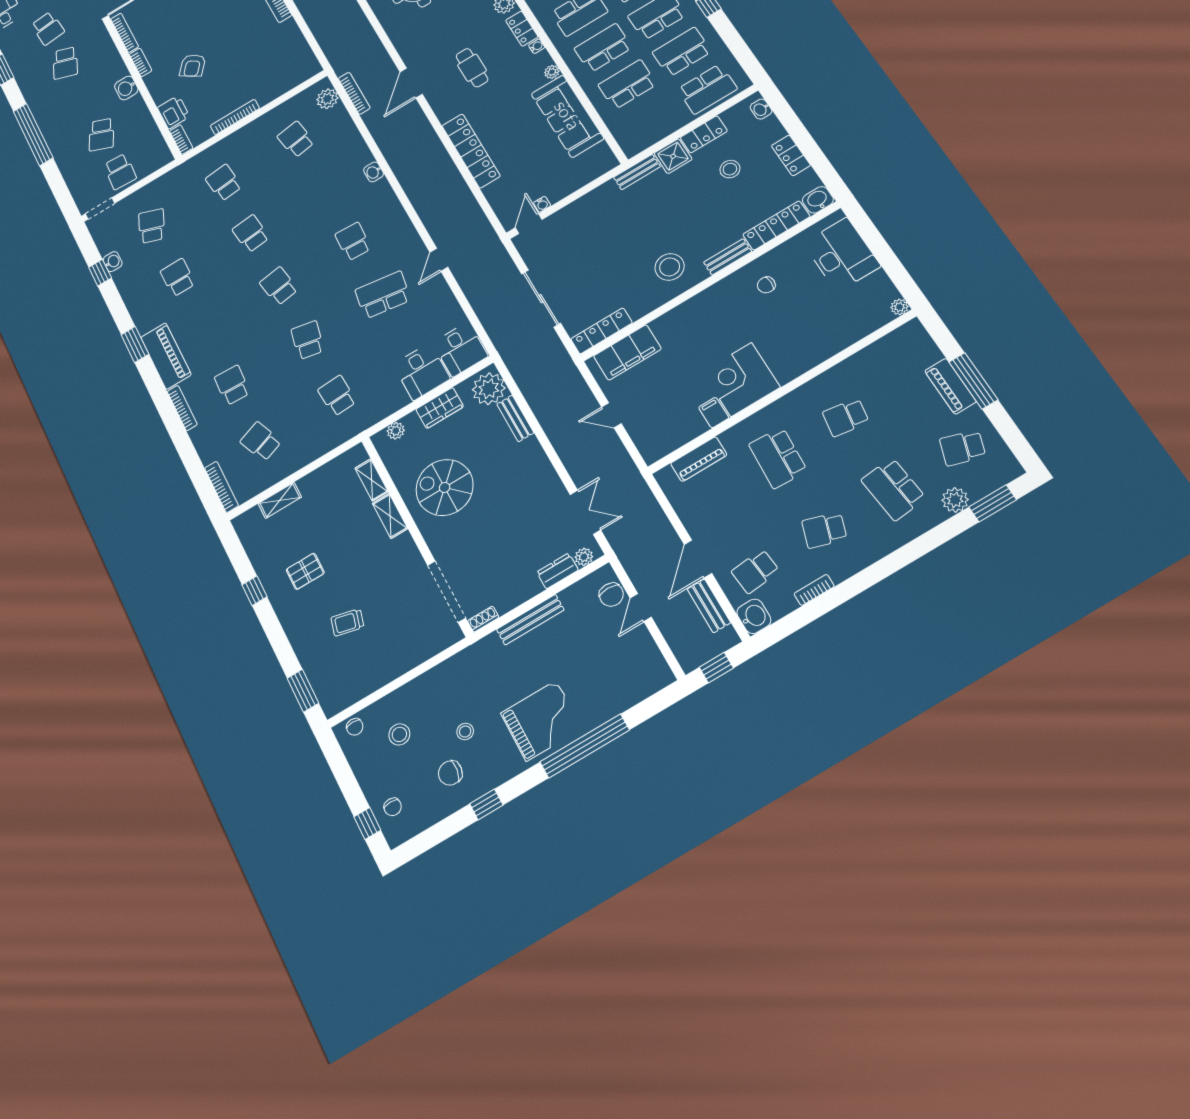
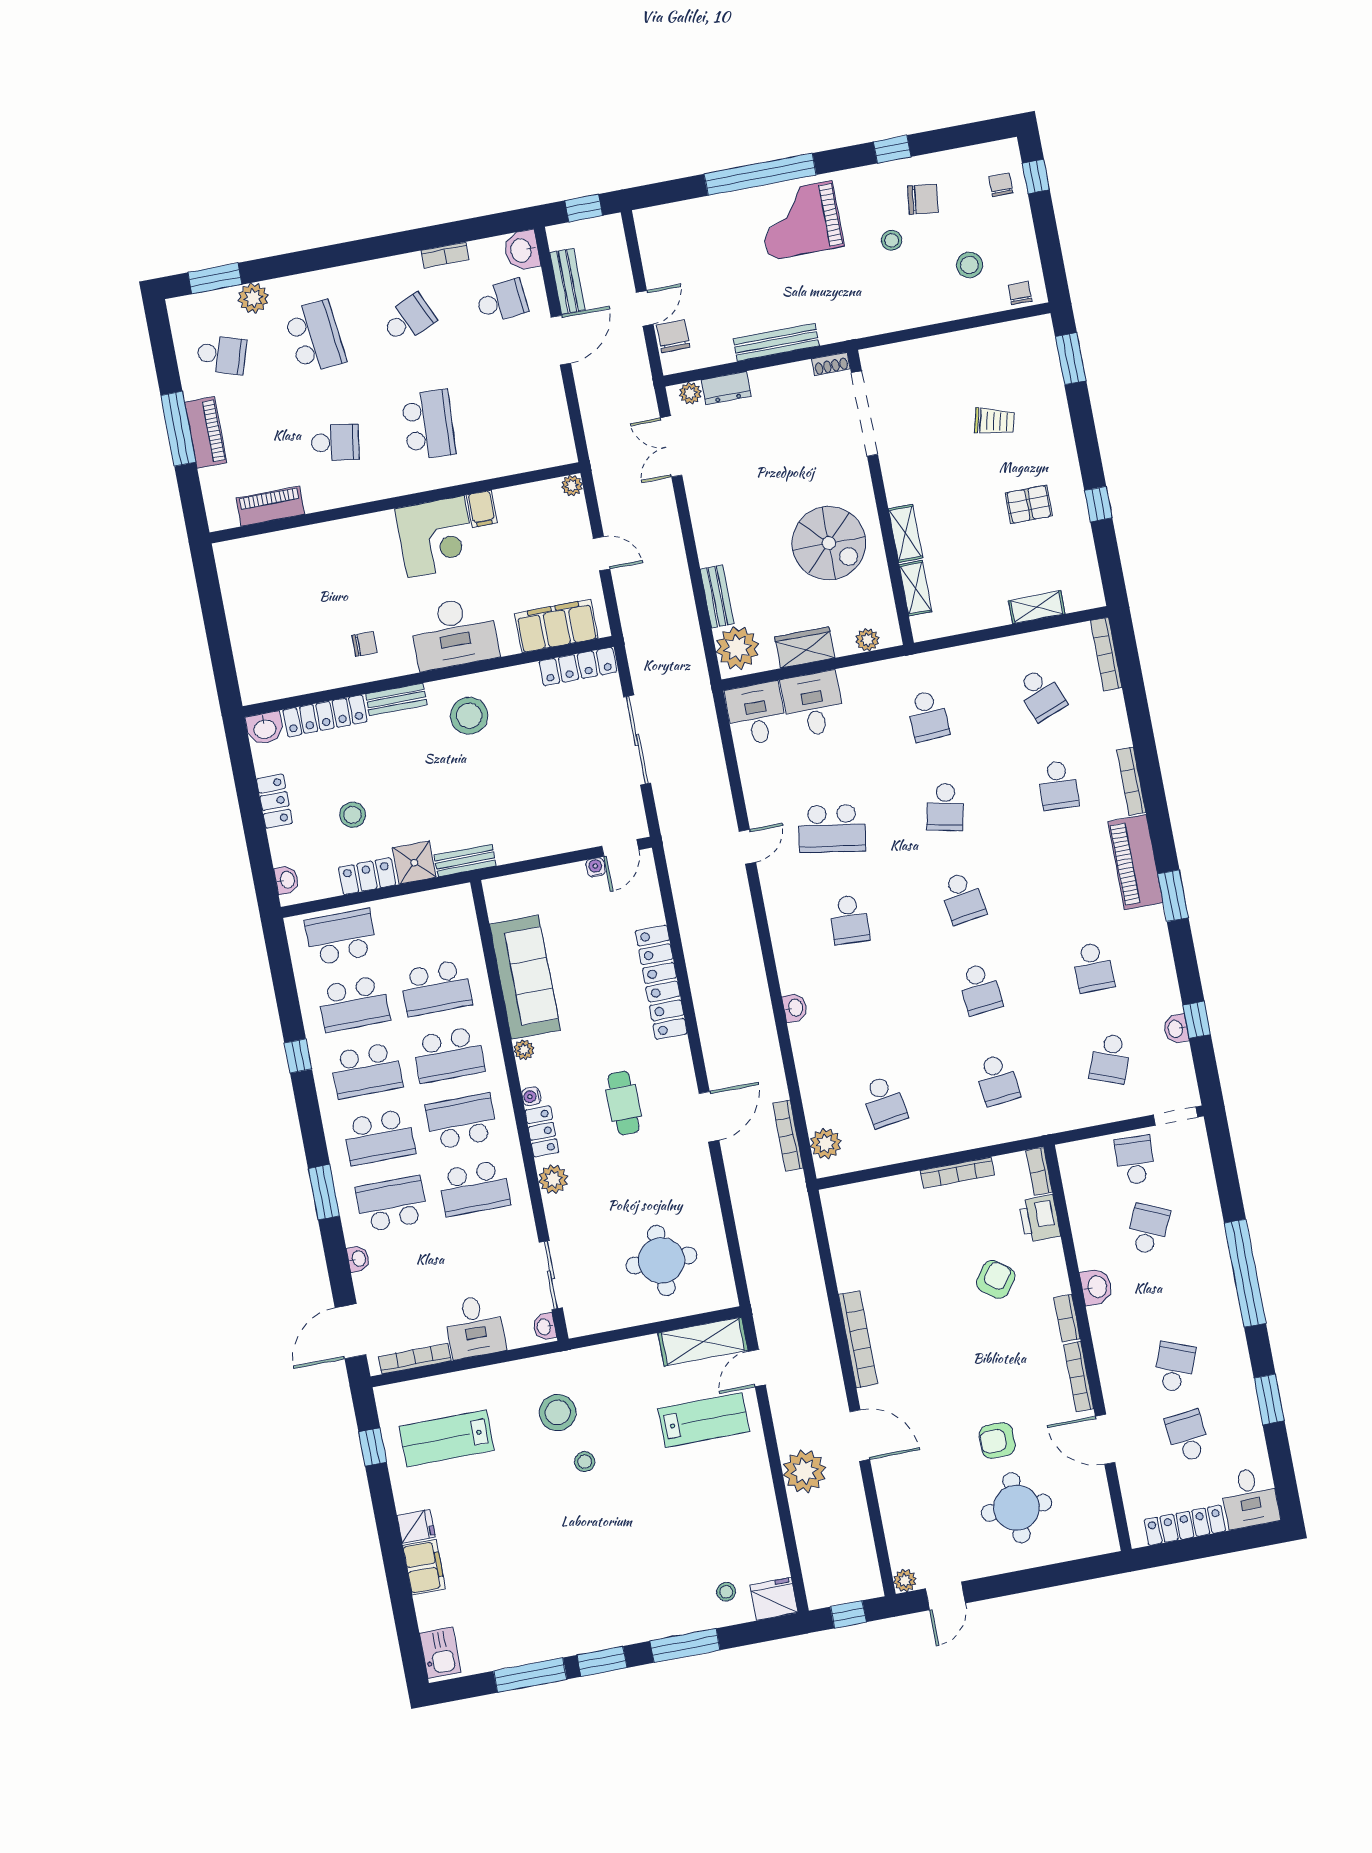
desk: (842, 255) -> (454, 633), moved, turned -90
plant: (899, 307) -> (572, 486), moved
piano: (699, 459) -> (270, 506), moved
school desk: (824, 530) -> (408, 319), turned -42

